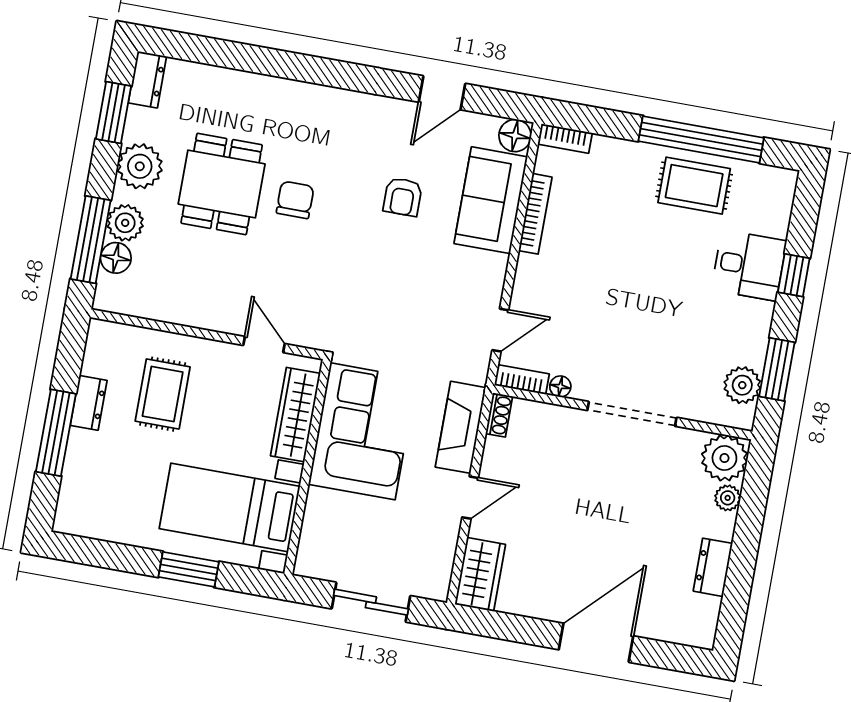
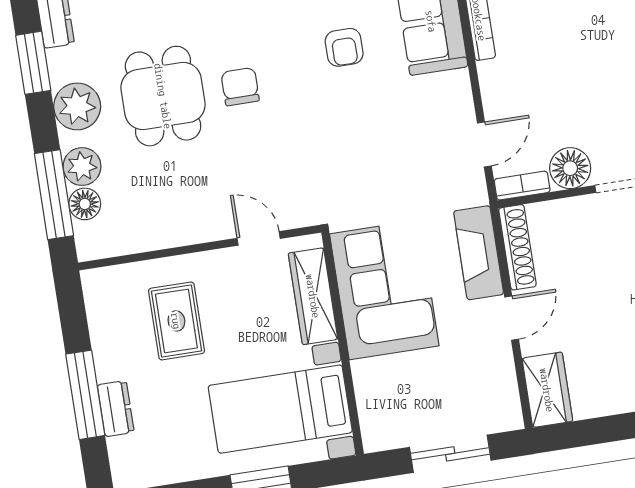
floor lamp: (560, 386) -> (570, 168), width x1.89, depth x1.89
dresser: (89, 403) -> (116, 409), moved
shoe rack: (499, 415) -> (517, 247), width x1.94, depth x1.24

